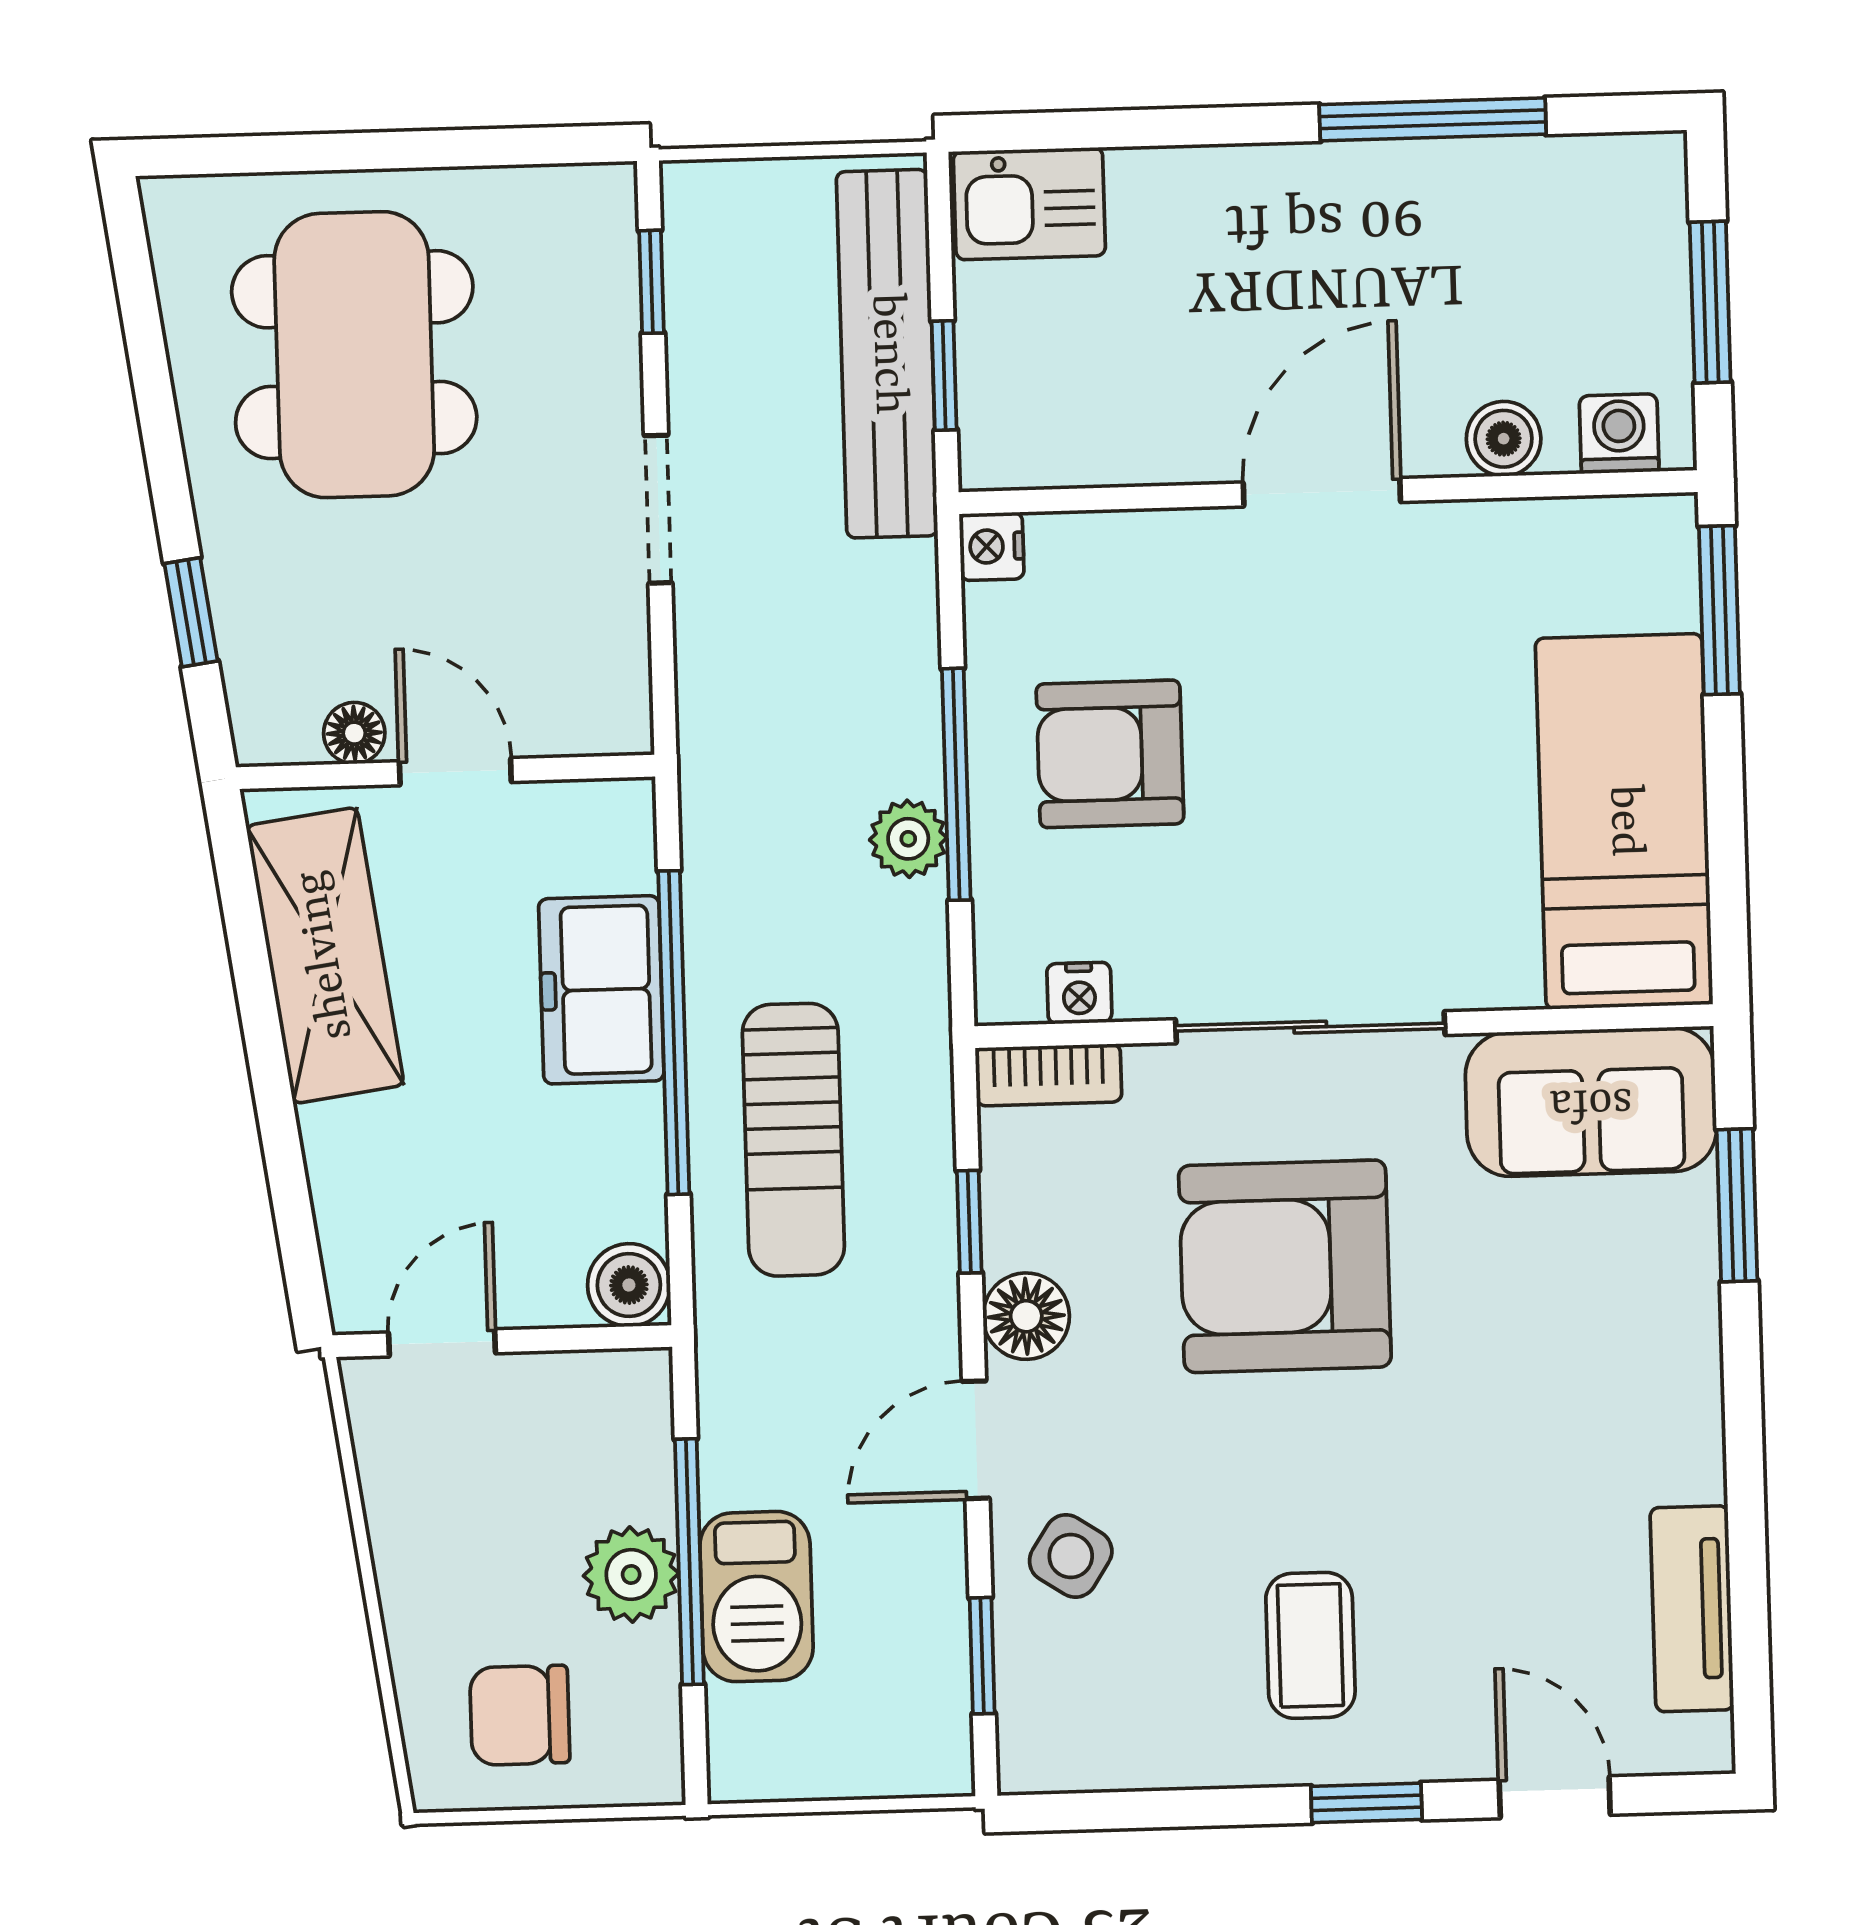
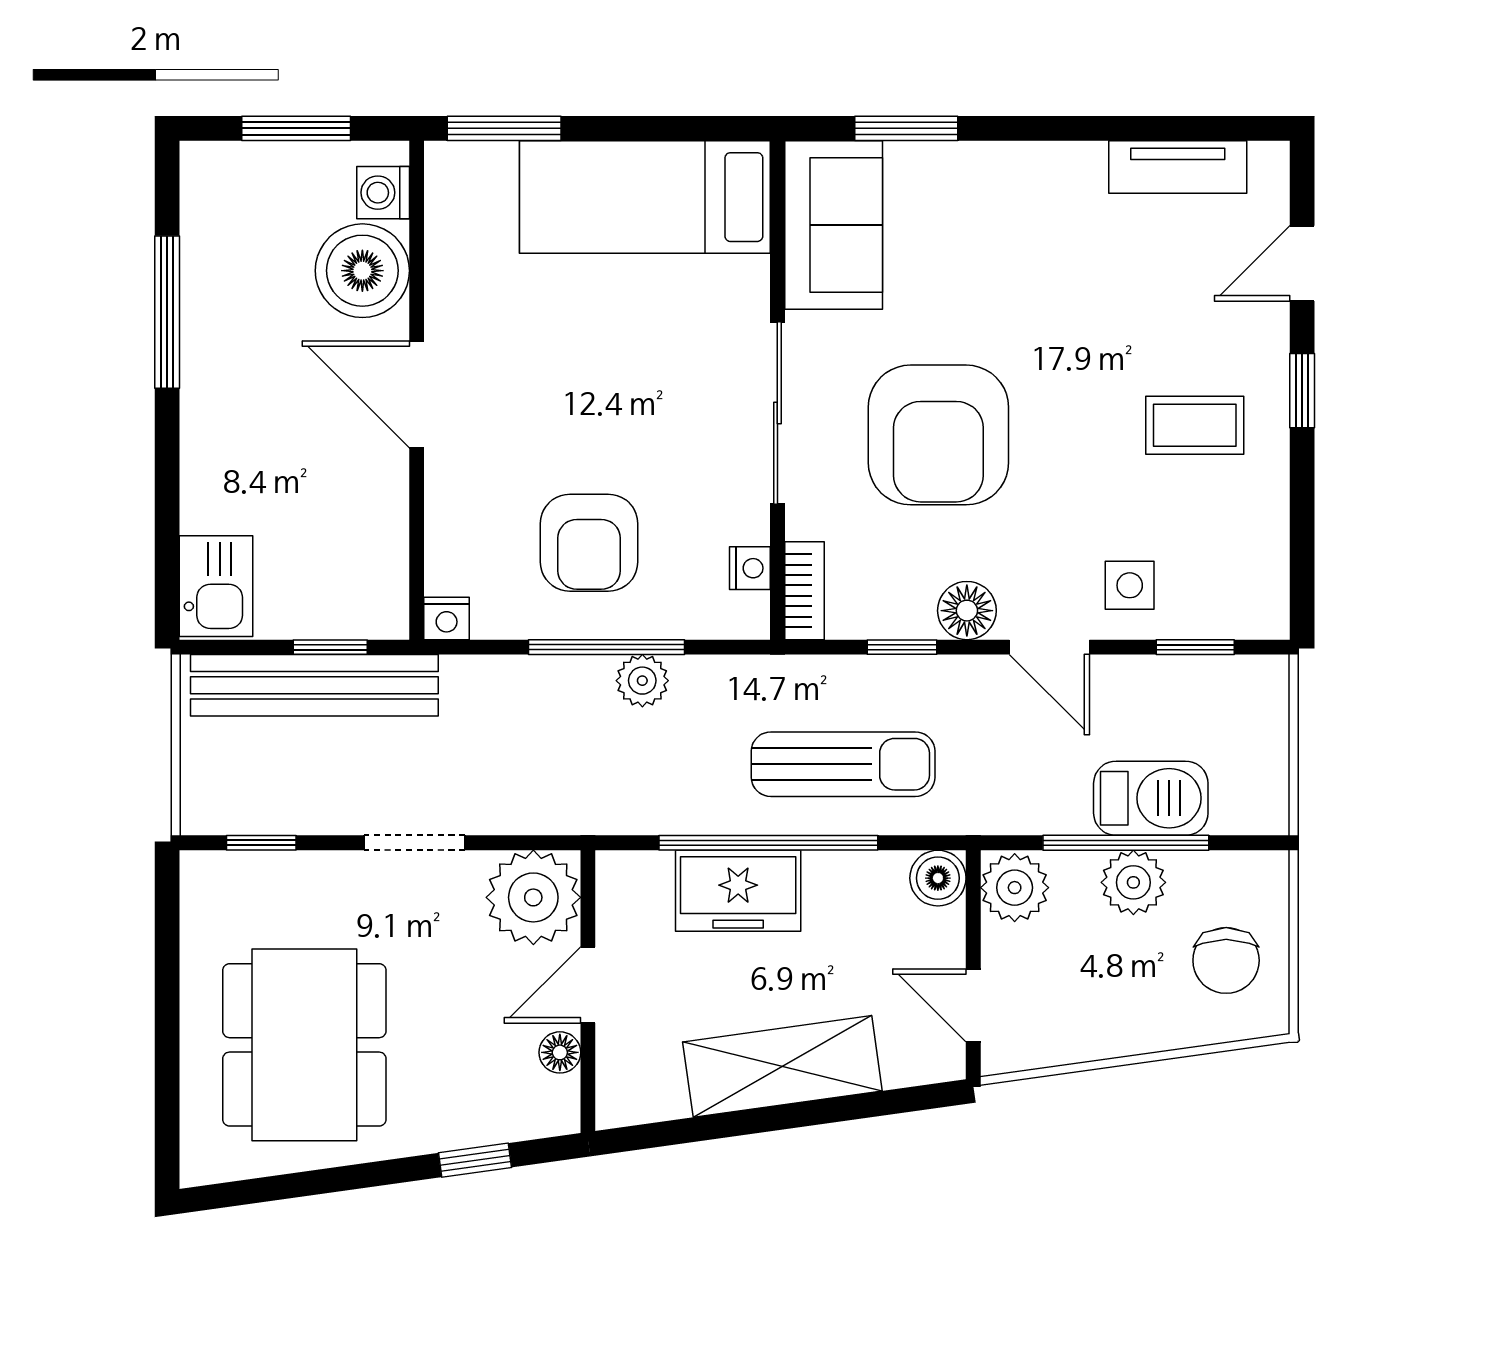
dining table: (354, 355) -> (304, 1045), turned 90
boiler: (1504, 439) -> (362, 271), width x1.86, depth x1.86
plant: (583, 687) -> (533, 897), added
shelving: (325, 955) -> (782, 1066), moved
plant: (618, 1399) -> (1015, 888), added
side table: (1071, 1556) -> (1130, 585), turned -33

